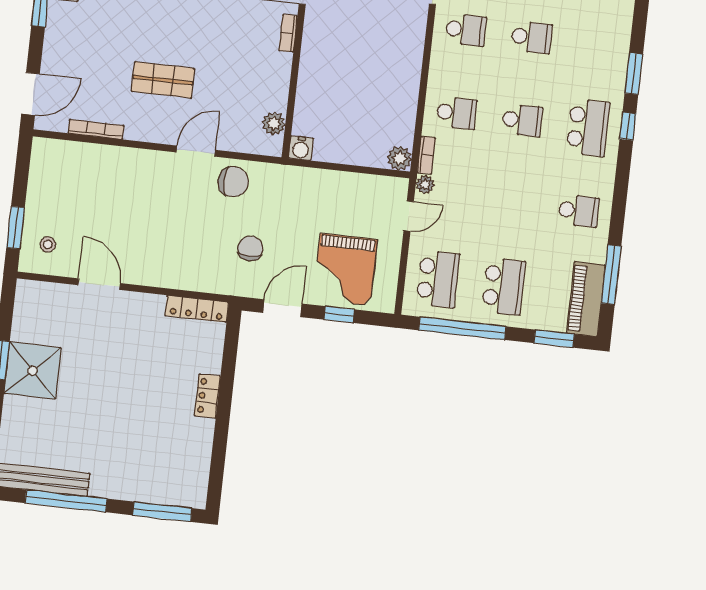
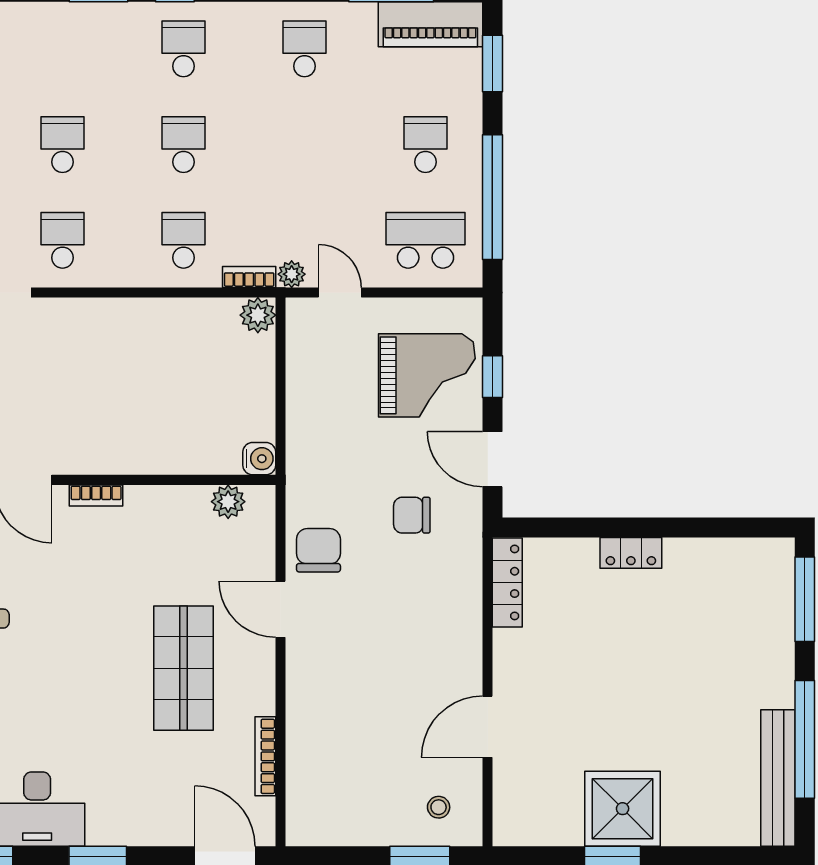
shop shelf: (163, 80) -> (183, 668), width x1.43, depth x1.36
school desk: (588, 128) -> (183, 49), width x0.54
school desk: (504, 286) -> (425, 145), width x0.54

